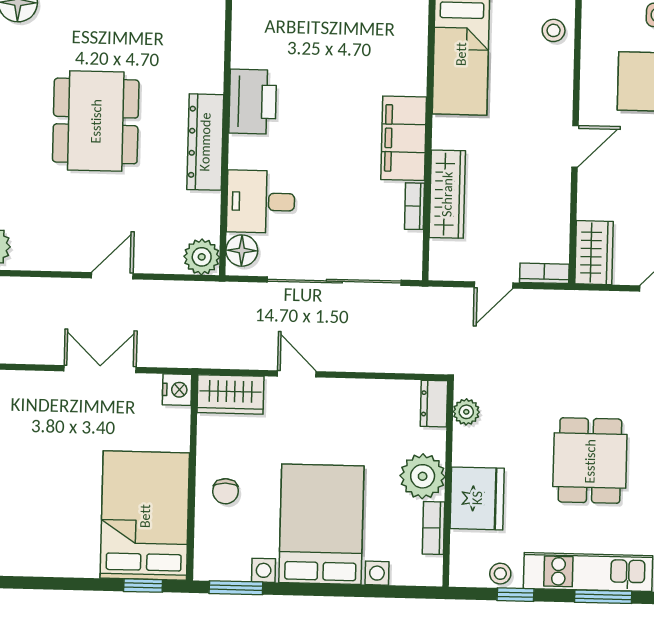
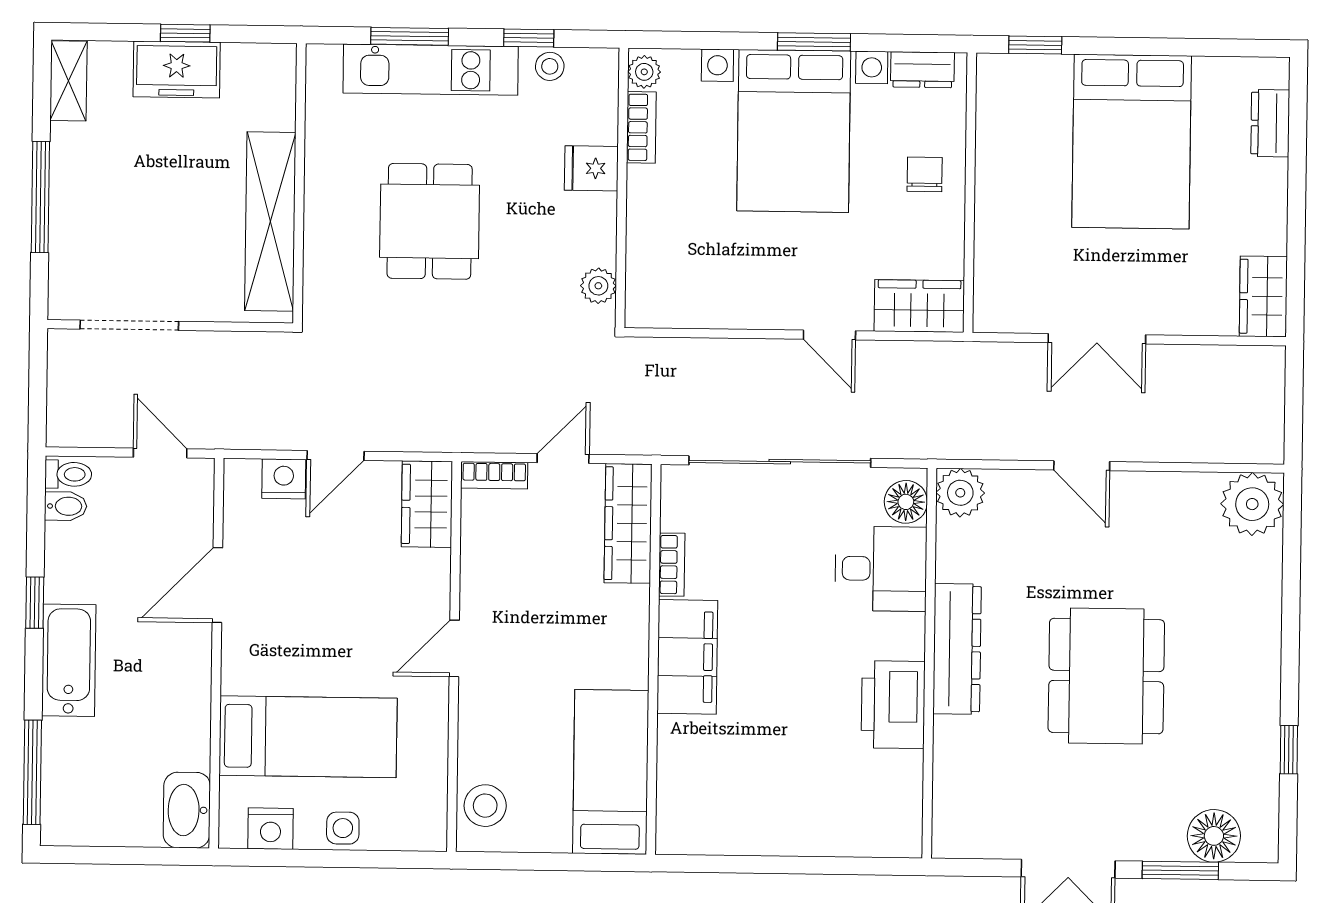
stool: (554, 30) -> (485, 806), width x1.37, depth x1.37
wardrobe: (447, 194) -> (628, 523), moved
door: (112, 276) -> (1082, 466), hinge flipped
nightstand: (177, 390) -> (992, 312), removed
dresser: (434, 404) -> (922, 70), moved, turned 90
plant: (423, 476) -> (644, 72), moved, width x0.53, depth x0.53
fridge: (477, 498) -> (591, 168), width x0.53, depth x0.75
bed: (145, 516) -> (1132, 142), moved
window: (236, 588) -> (814, 42), moved

